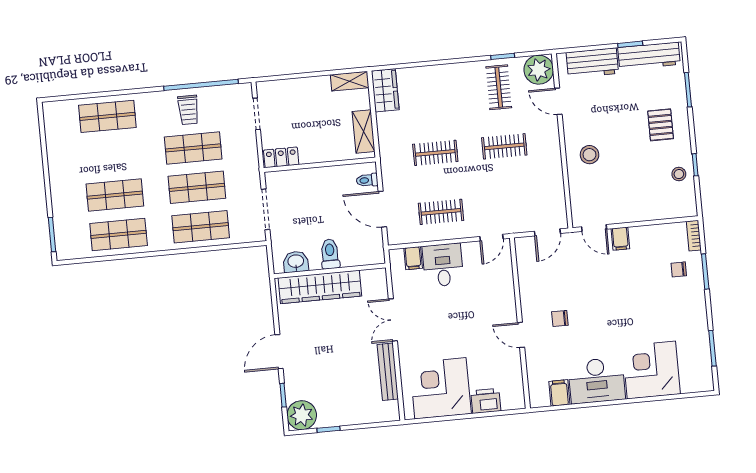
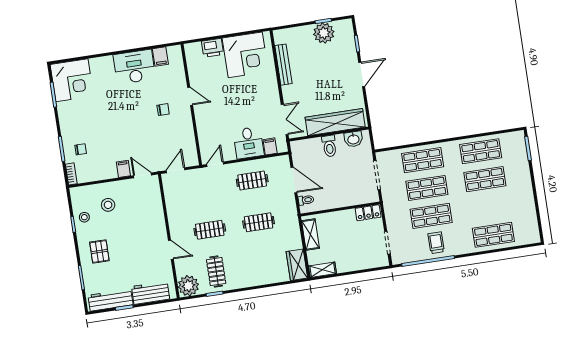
door: (558, 101) -> (171, 250), moved
stool: (590, 155) -> (108, 205), moved
double door: (393, 320) -> (285, 119), moved
corner desk: (651, 370) -> (72, 80), moved
plant: (302, 415) -> (324, 33), moved

